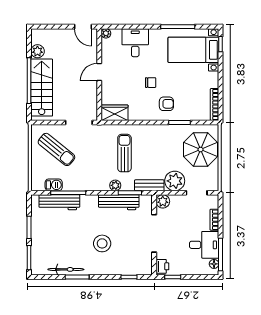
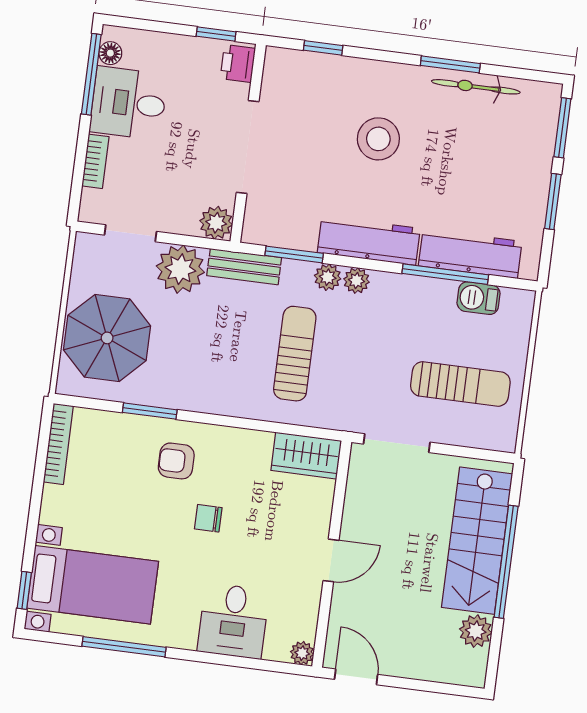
sun lounger: (56, 149) -> (460, 384), turned 141
sun lounger: (124, 153) -> (295, 354), turned 180
plant: (104, 186) -> (356, 281), added
workbench: (119, 202) -> (369, 241), moved

